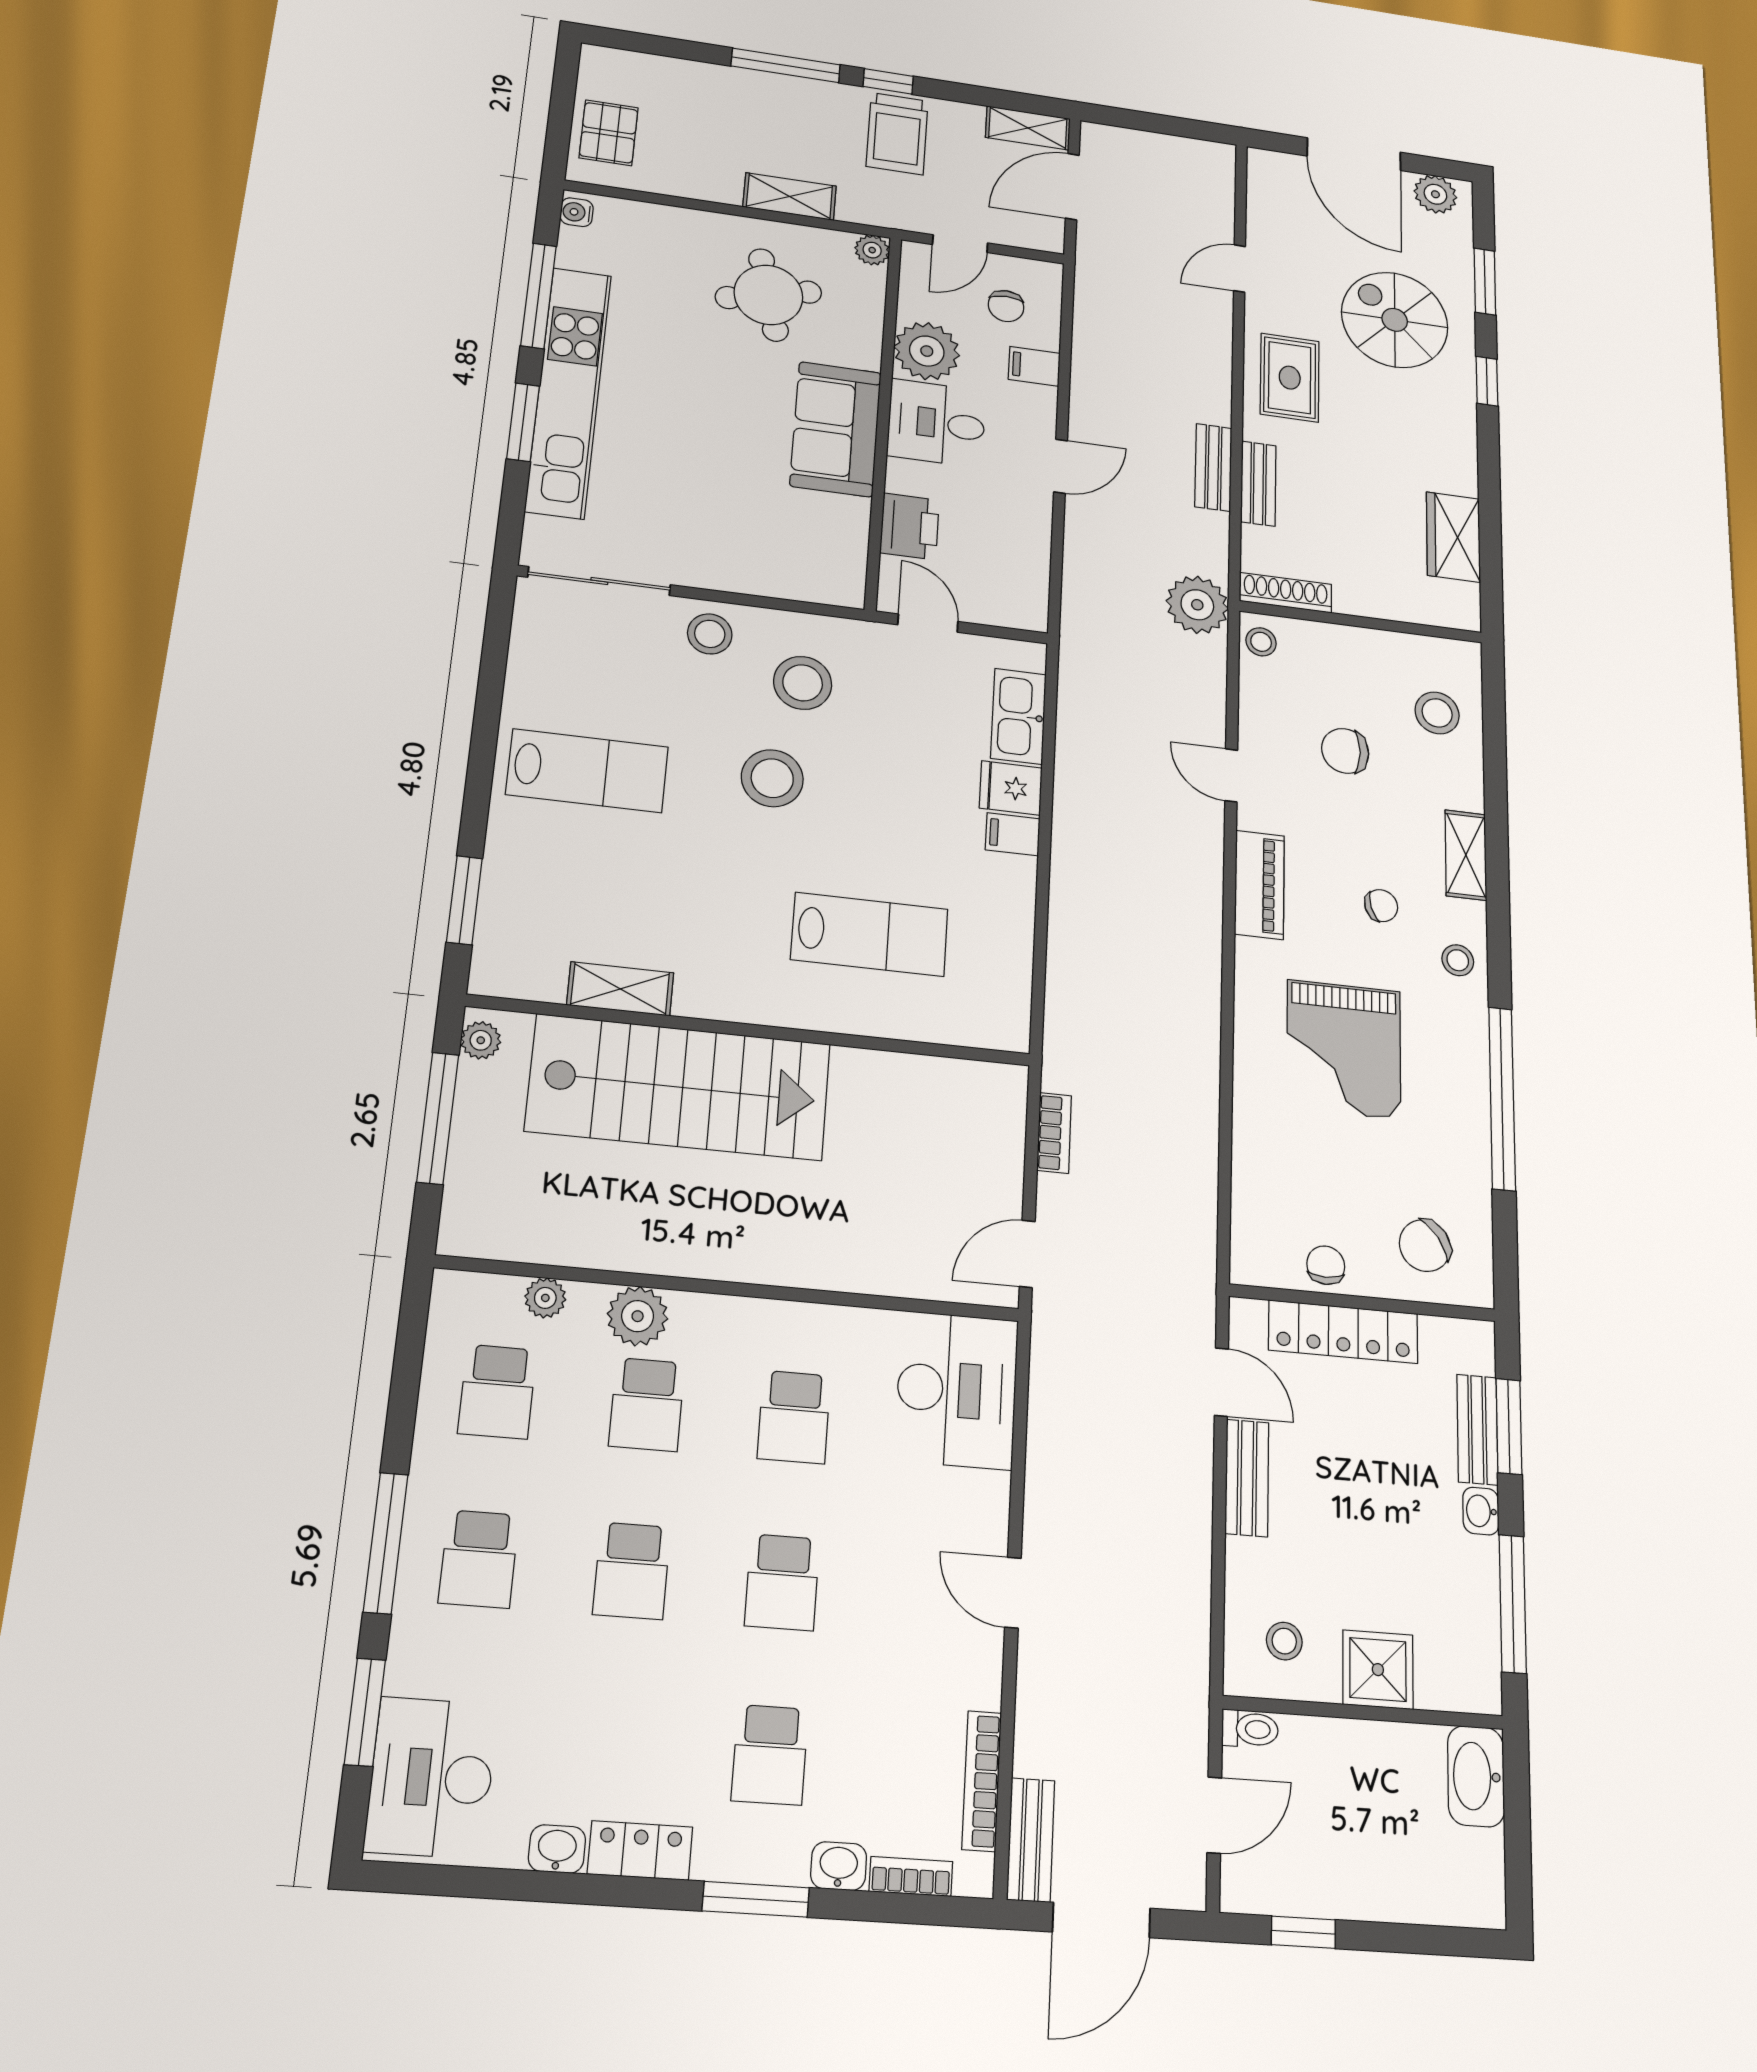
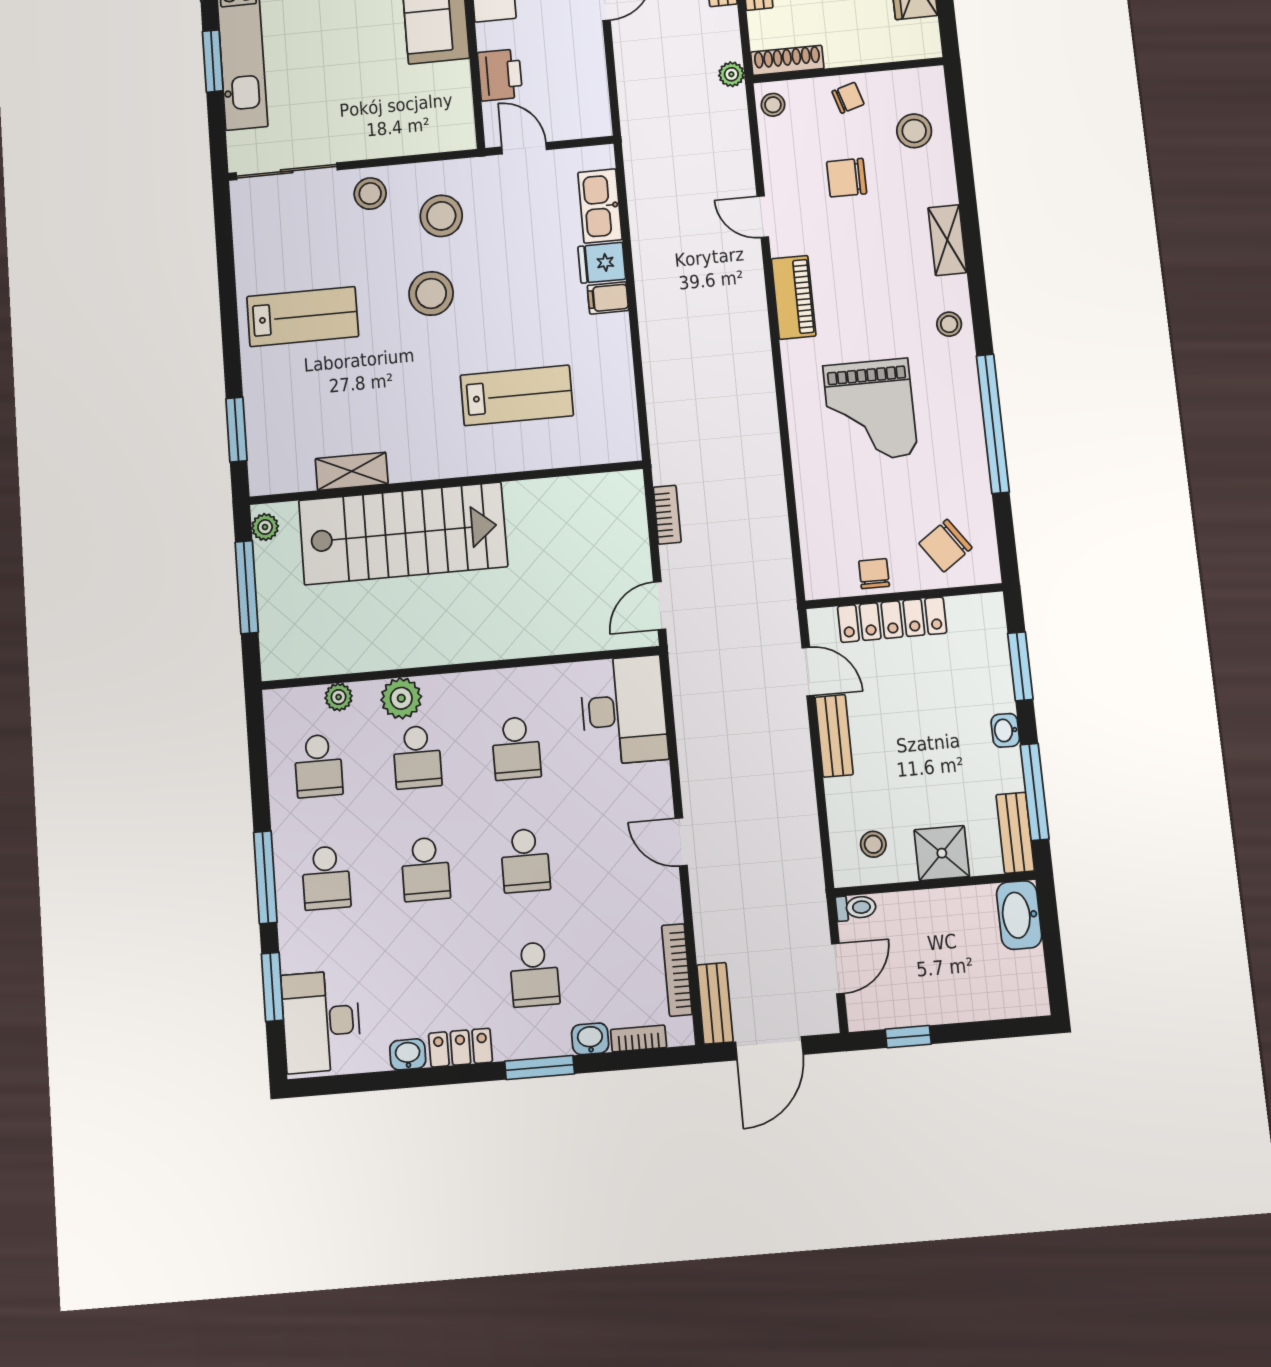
plant: (1197, 605) -> (731, 74), width x0.53, depth x0.53
chair: (1381, 906) -> (848, 98), moved
bench: (1477, 1430) -> (1015, 833), moved

